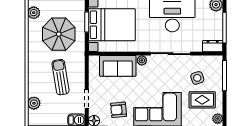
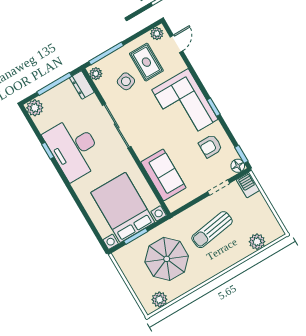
plant: (142, 60) -> (96, 74), moved
armchair: (118, 110) -> (210, 146), turned 95

